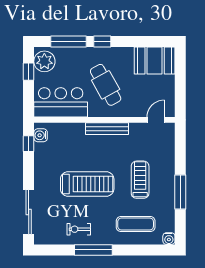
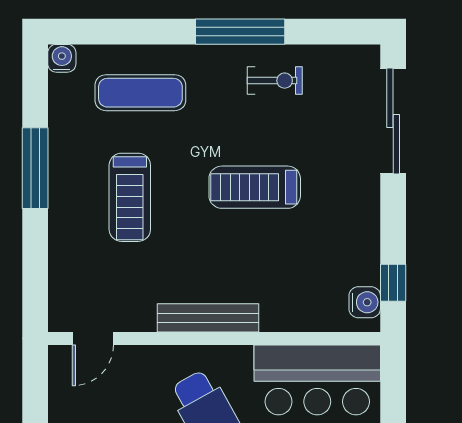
treadmill: (87, 184) -> (255, 187), width x0.73, depth x0.73

